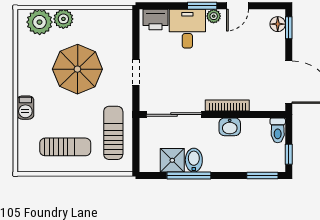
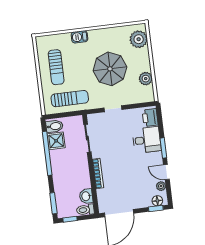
plant: (214, 16) -> (161, 186), moved
plant: (63, 19) -> (146, 79), moved
sliding door: (174, 114) -> (87, 138), width x0.73
washbasin: (230, 127) -> (86, 196), moved
bidet: (194, 160) -> (54, 126), moved
window: (189, 176) -> (47, 153), width x1.46

